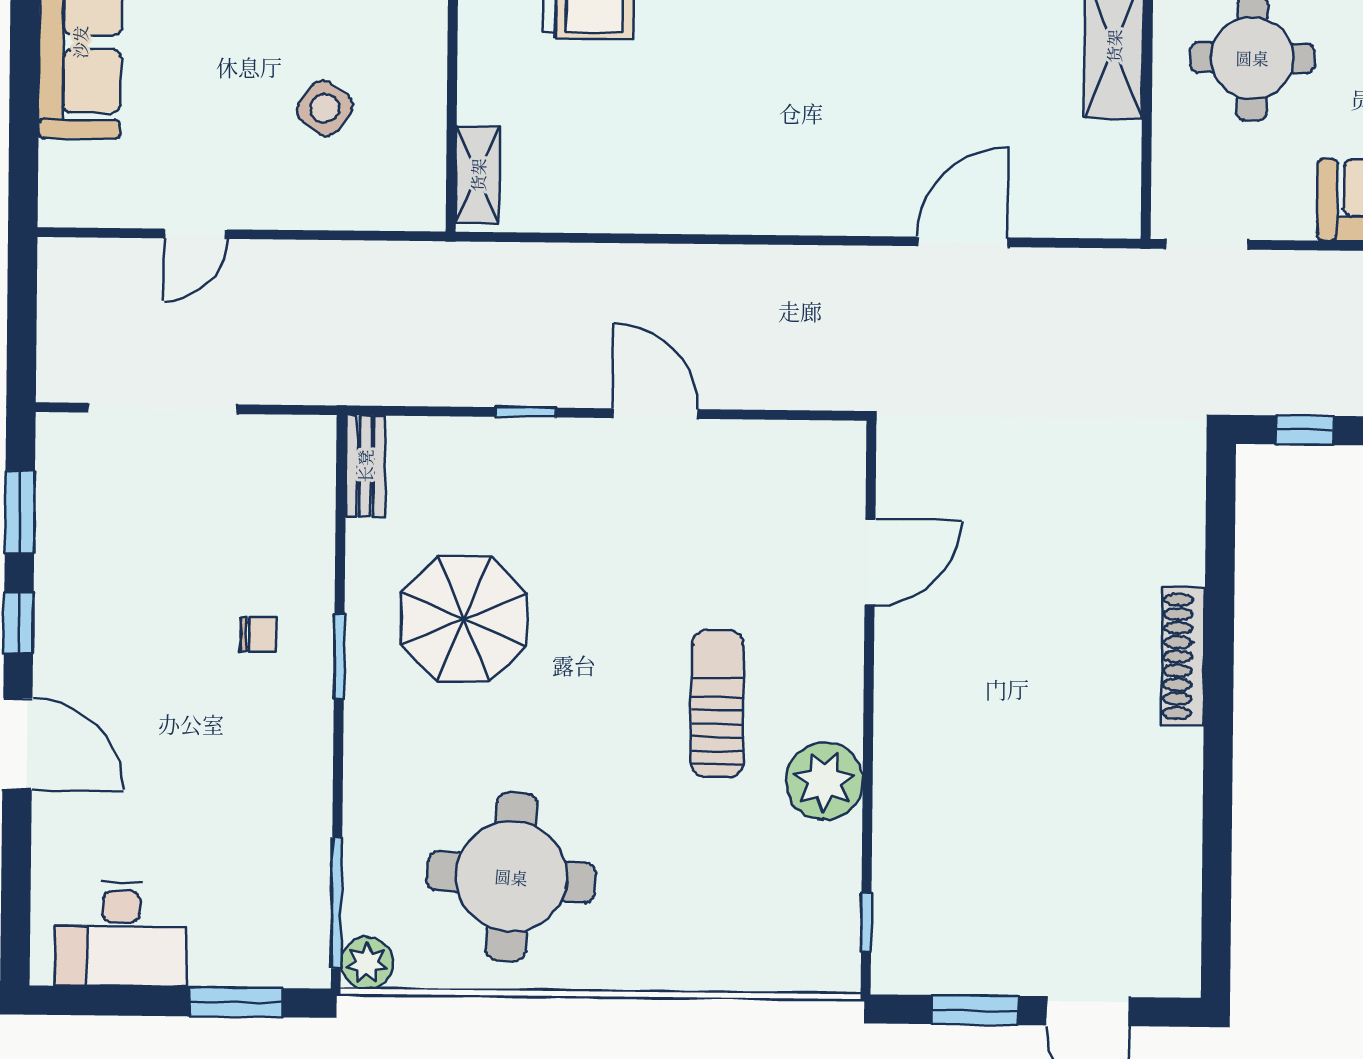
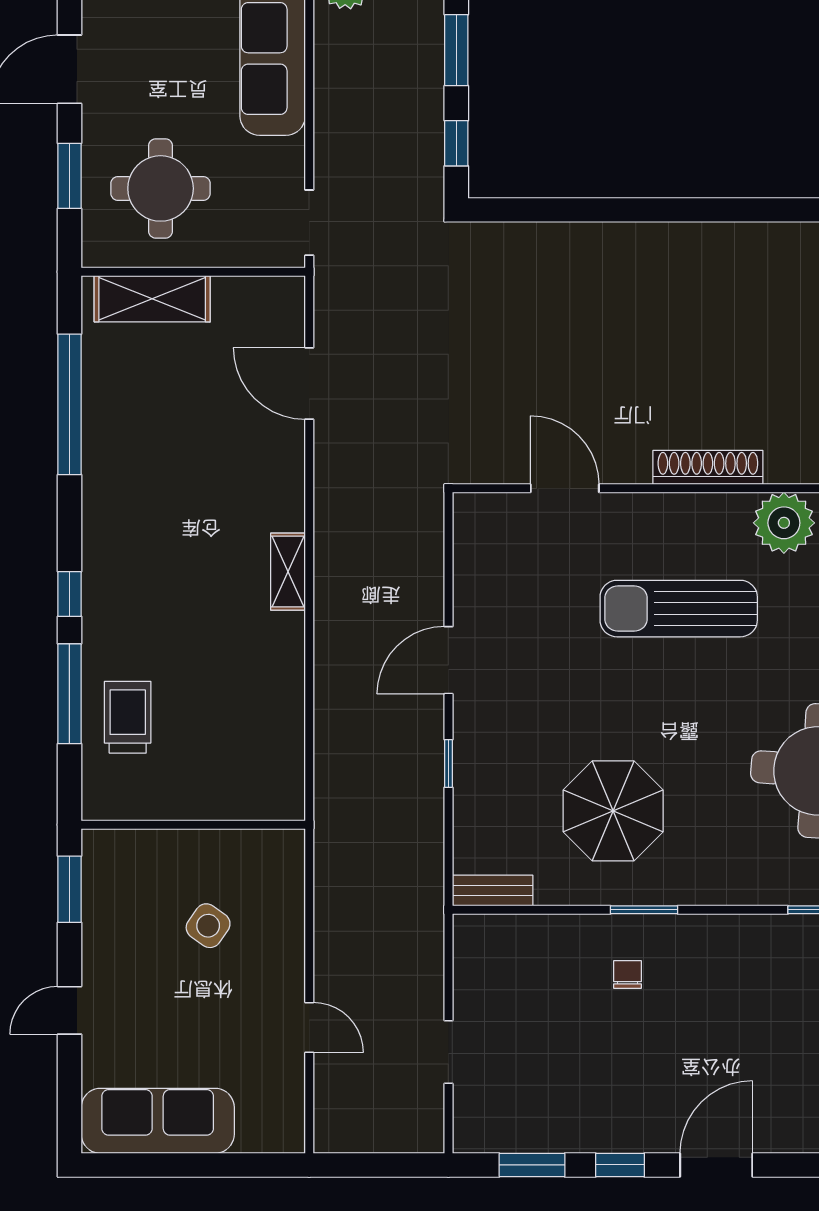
shelving: (478, 175) -> (288, 572), moved, turned 90
door: (962, 242) -> (309, 383), moved
doorway: (163, 408) -> (448, 1052), width x0.53
shoe rack: (1183, 656) -> (708, 467), moved, turned 180
sun lounger: (717, 704) -> (679, 609), width x1.36, depth x1.34
plant: (824, 781) -> (784, 523), moved

